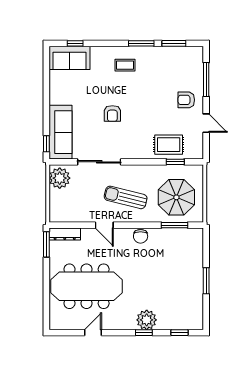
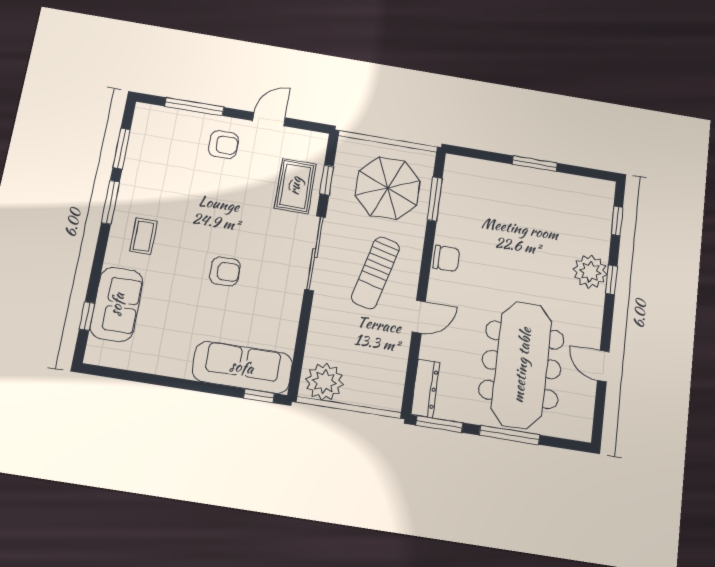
sofa: (69, 58) -> (117, 304), moved
armchair: (186, 100) -> (223, 145), turned -90
sliding door: (99, 162) -> (315, 253), moved
window: (46, 284) -> (509, 435), added

